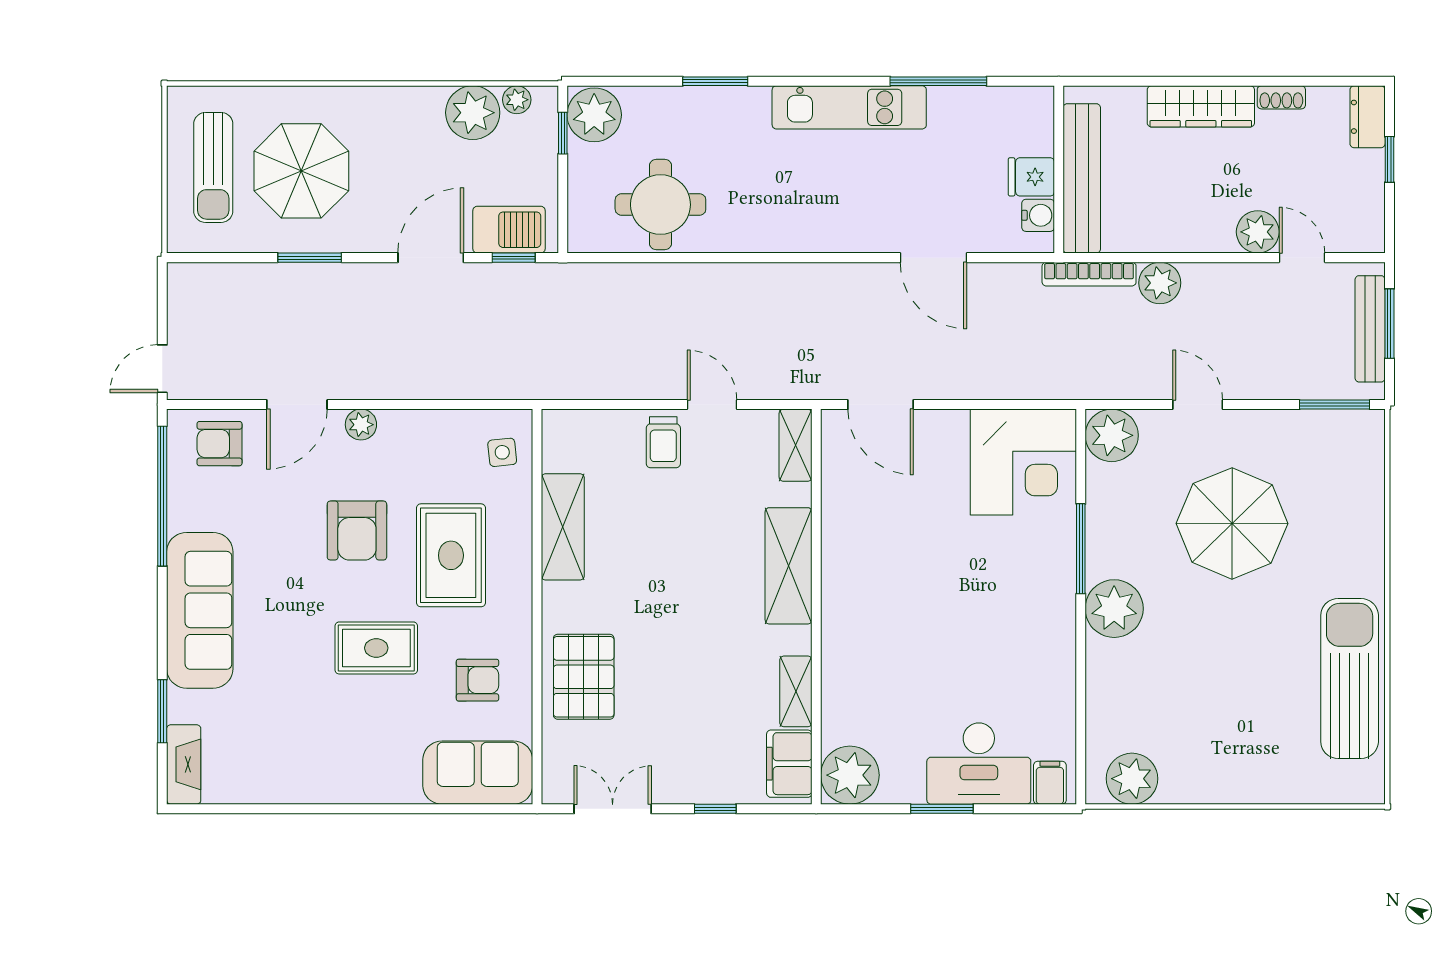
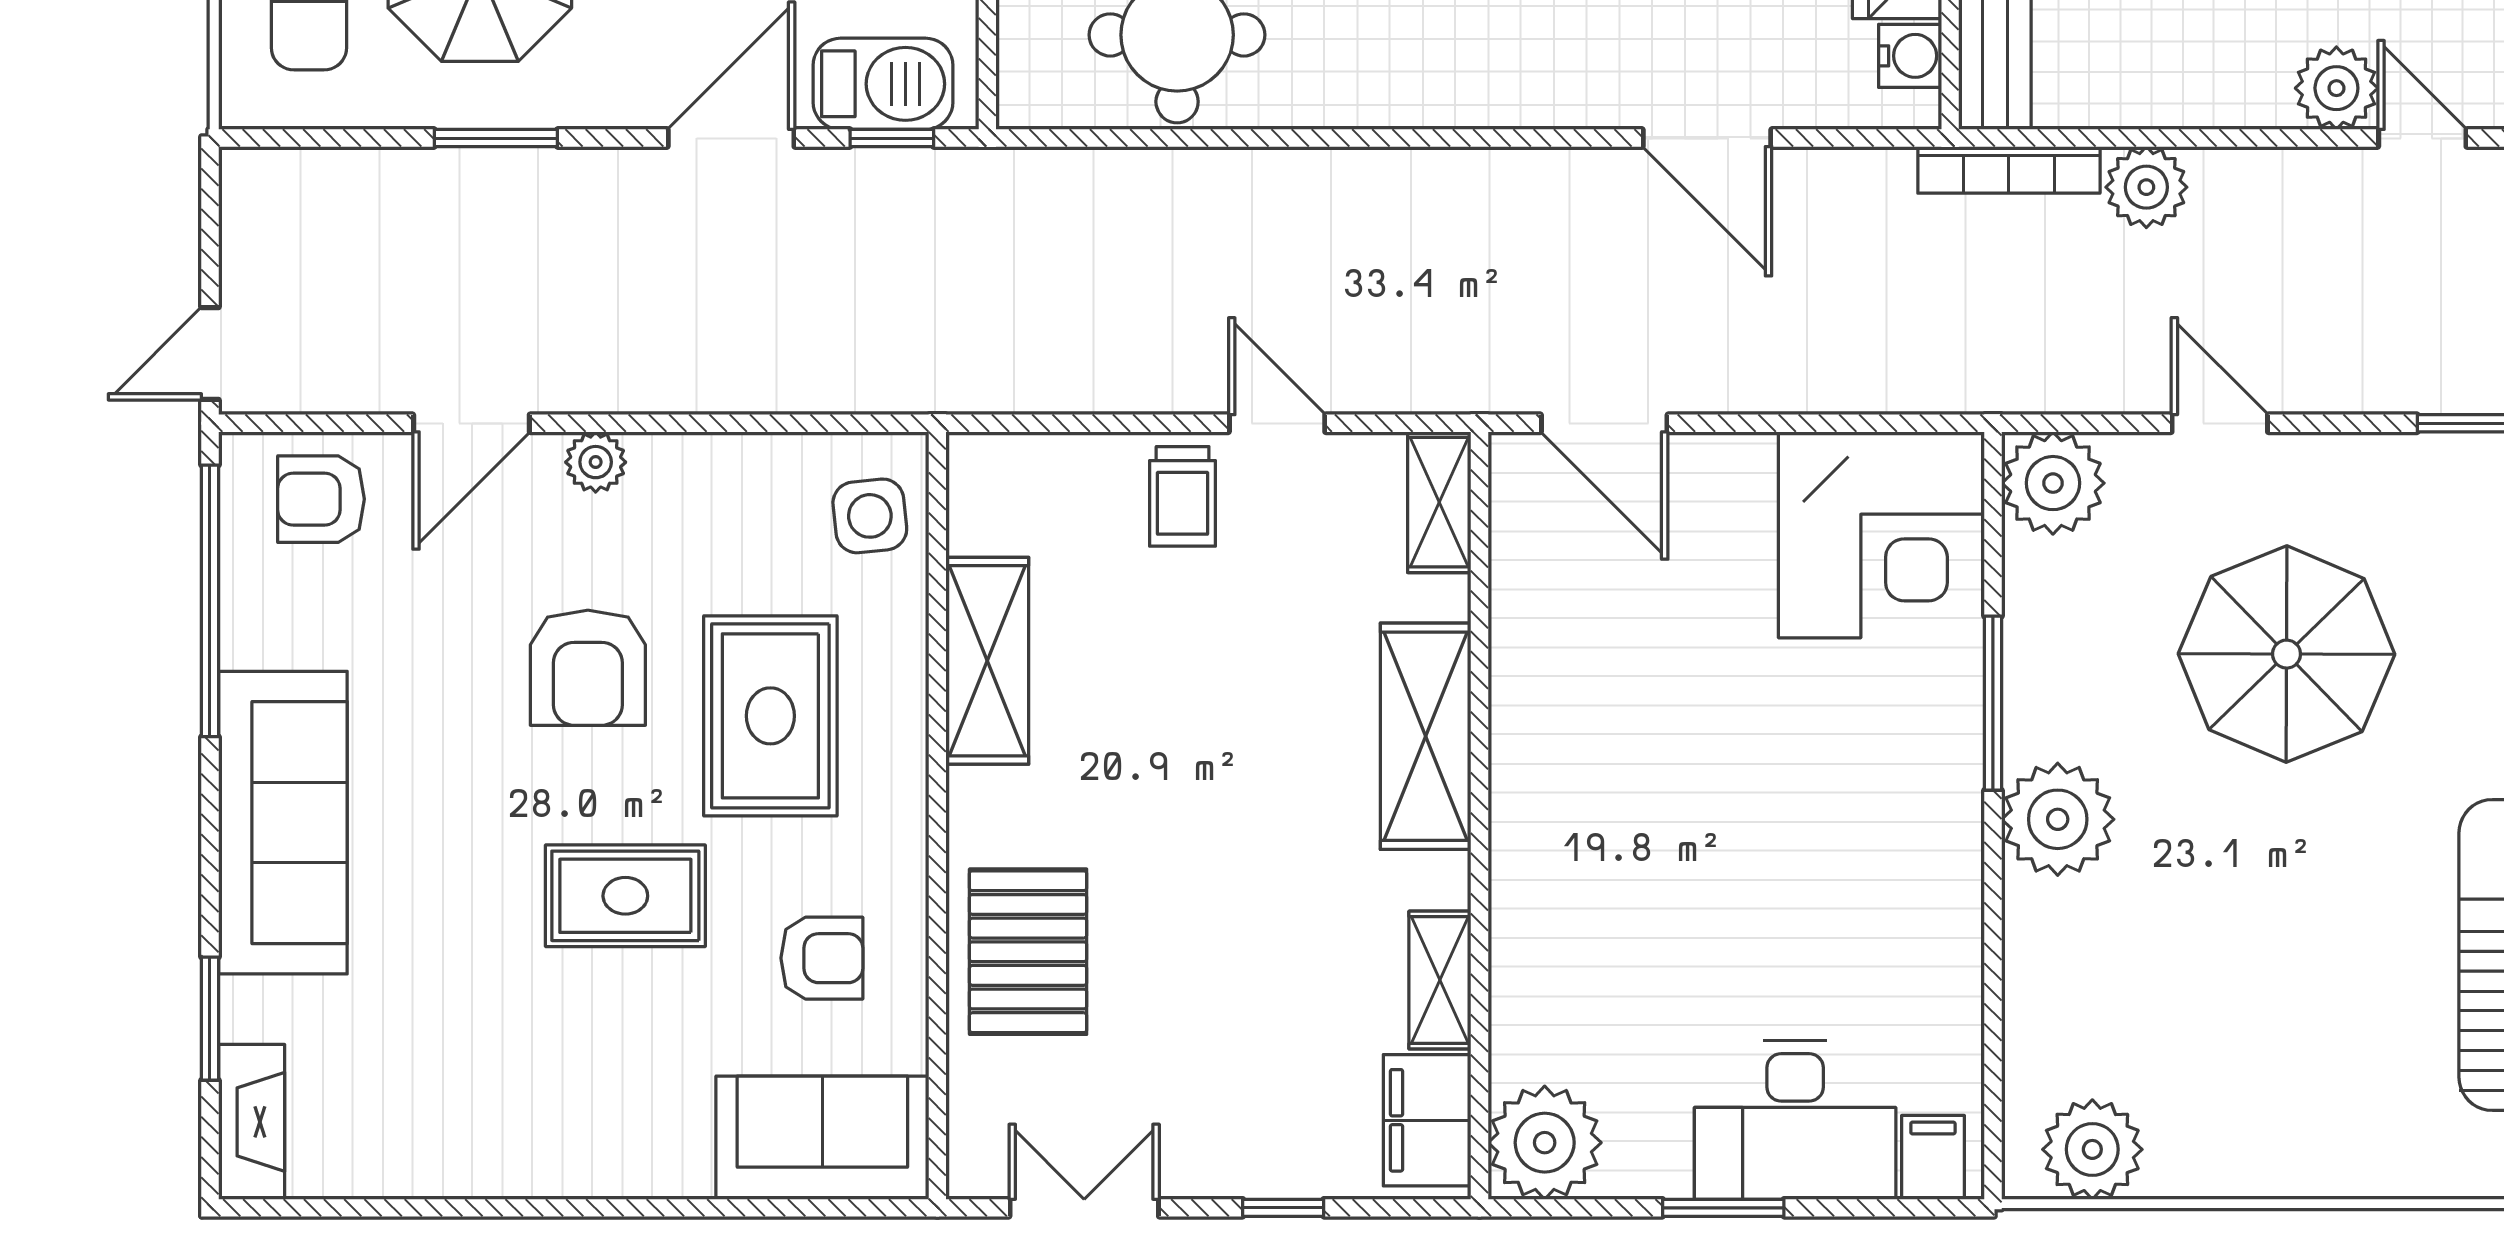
side table: (502, 452) -> (870, 516), width x1.37, depth x1.37

